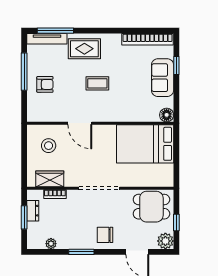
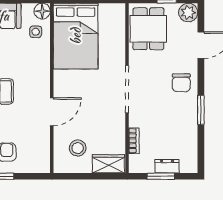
side table: (149, 109) -> (36, 32), added
wardrobe: (50, 179) -> (108, 164), moved, turned 90
dresser: (33, 211) -> (167, 166), moved
plant: (51, 244) -> (191, 145), removed

